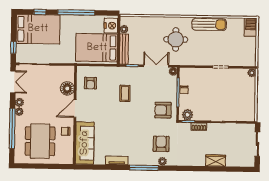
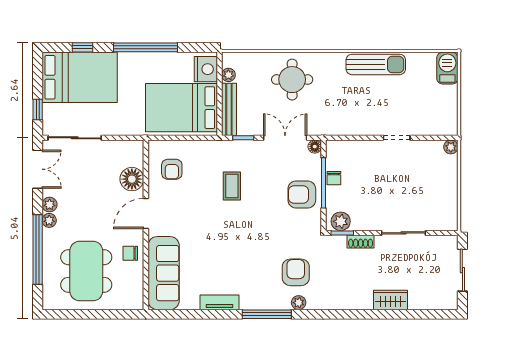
round table: (176, 39) -> (292, 80), moved
armchair: (163, 110) -> (302, 195), moved

